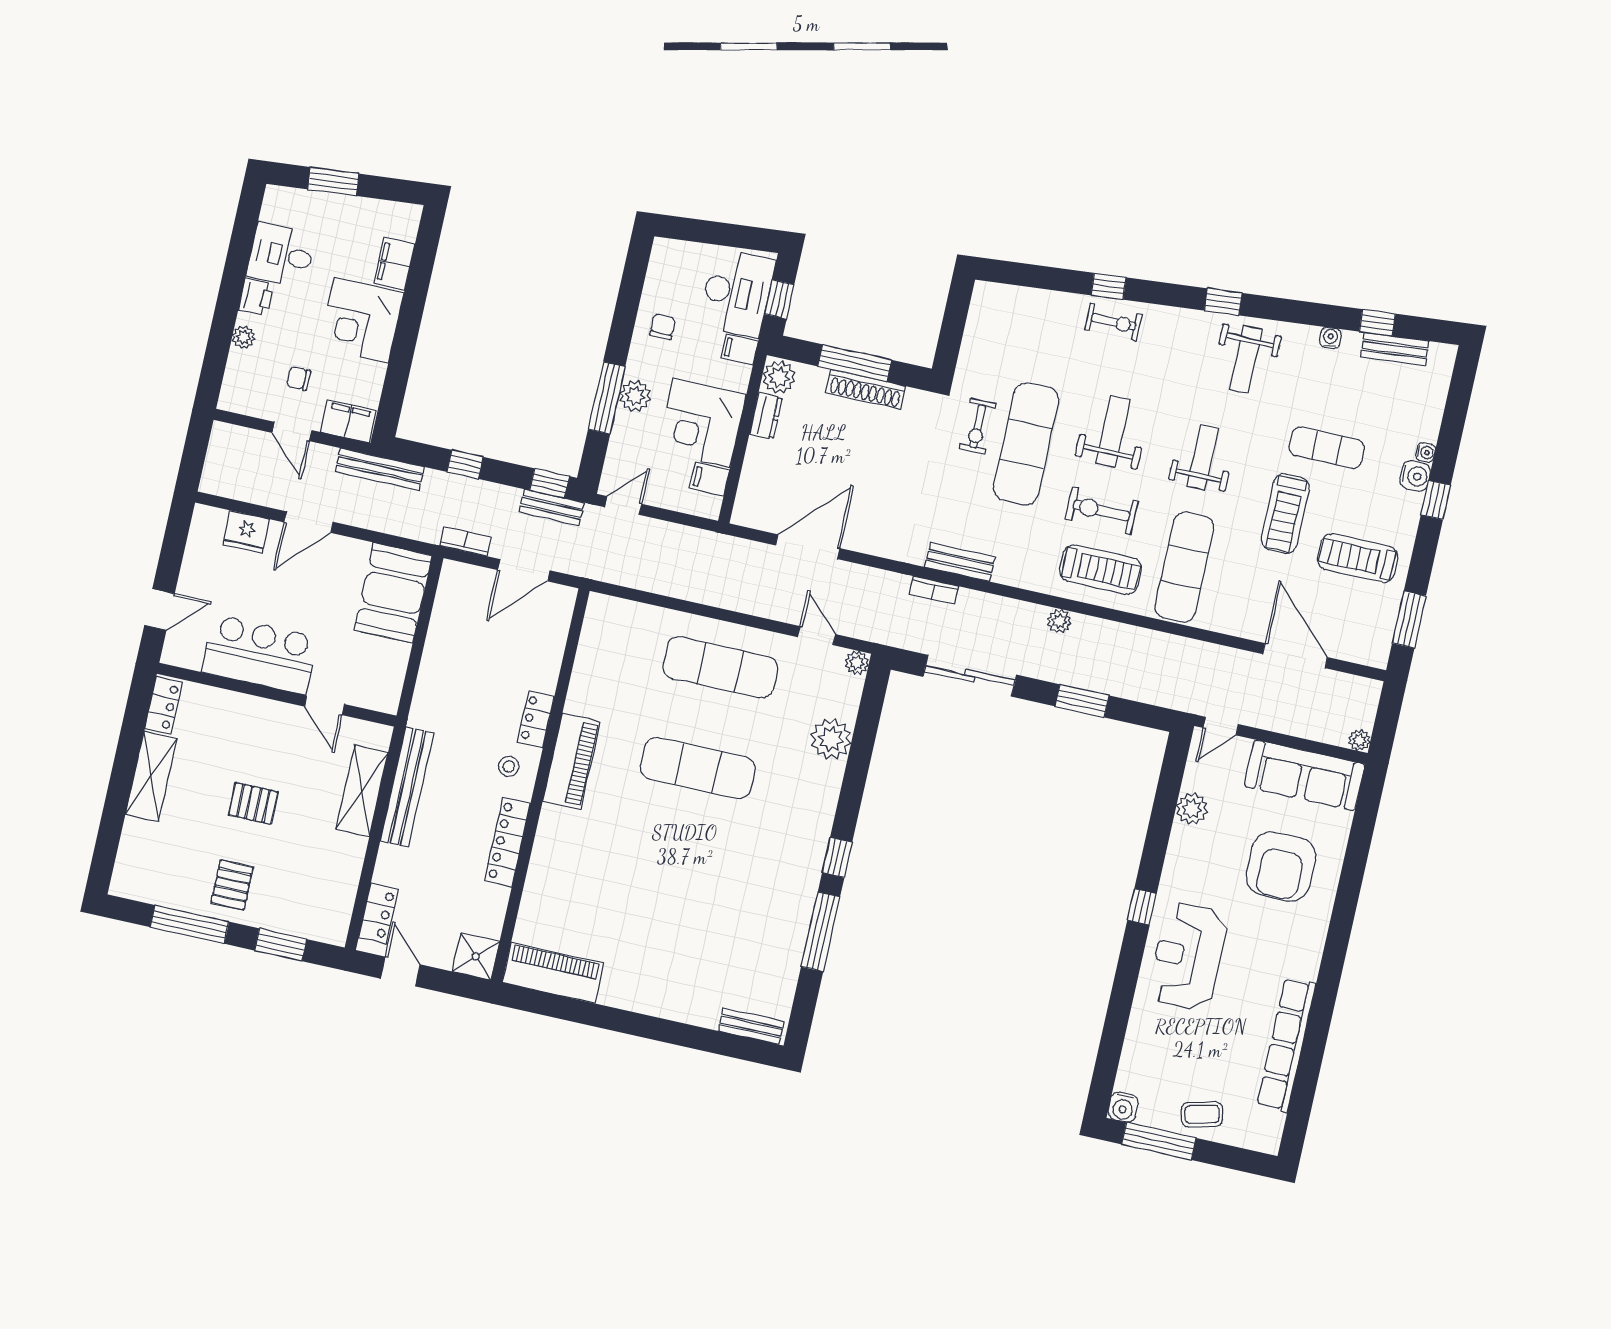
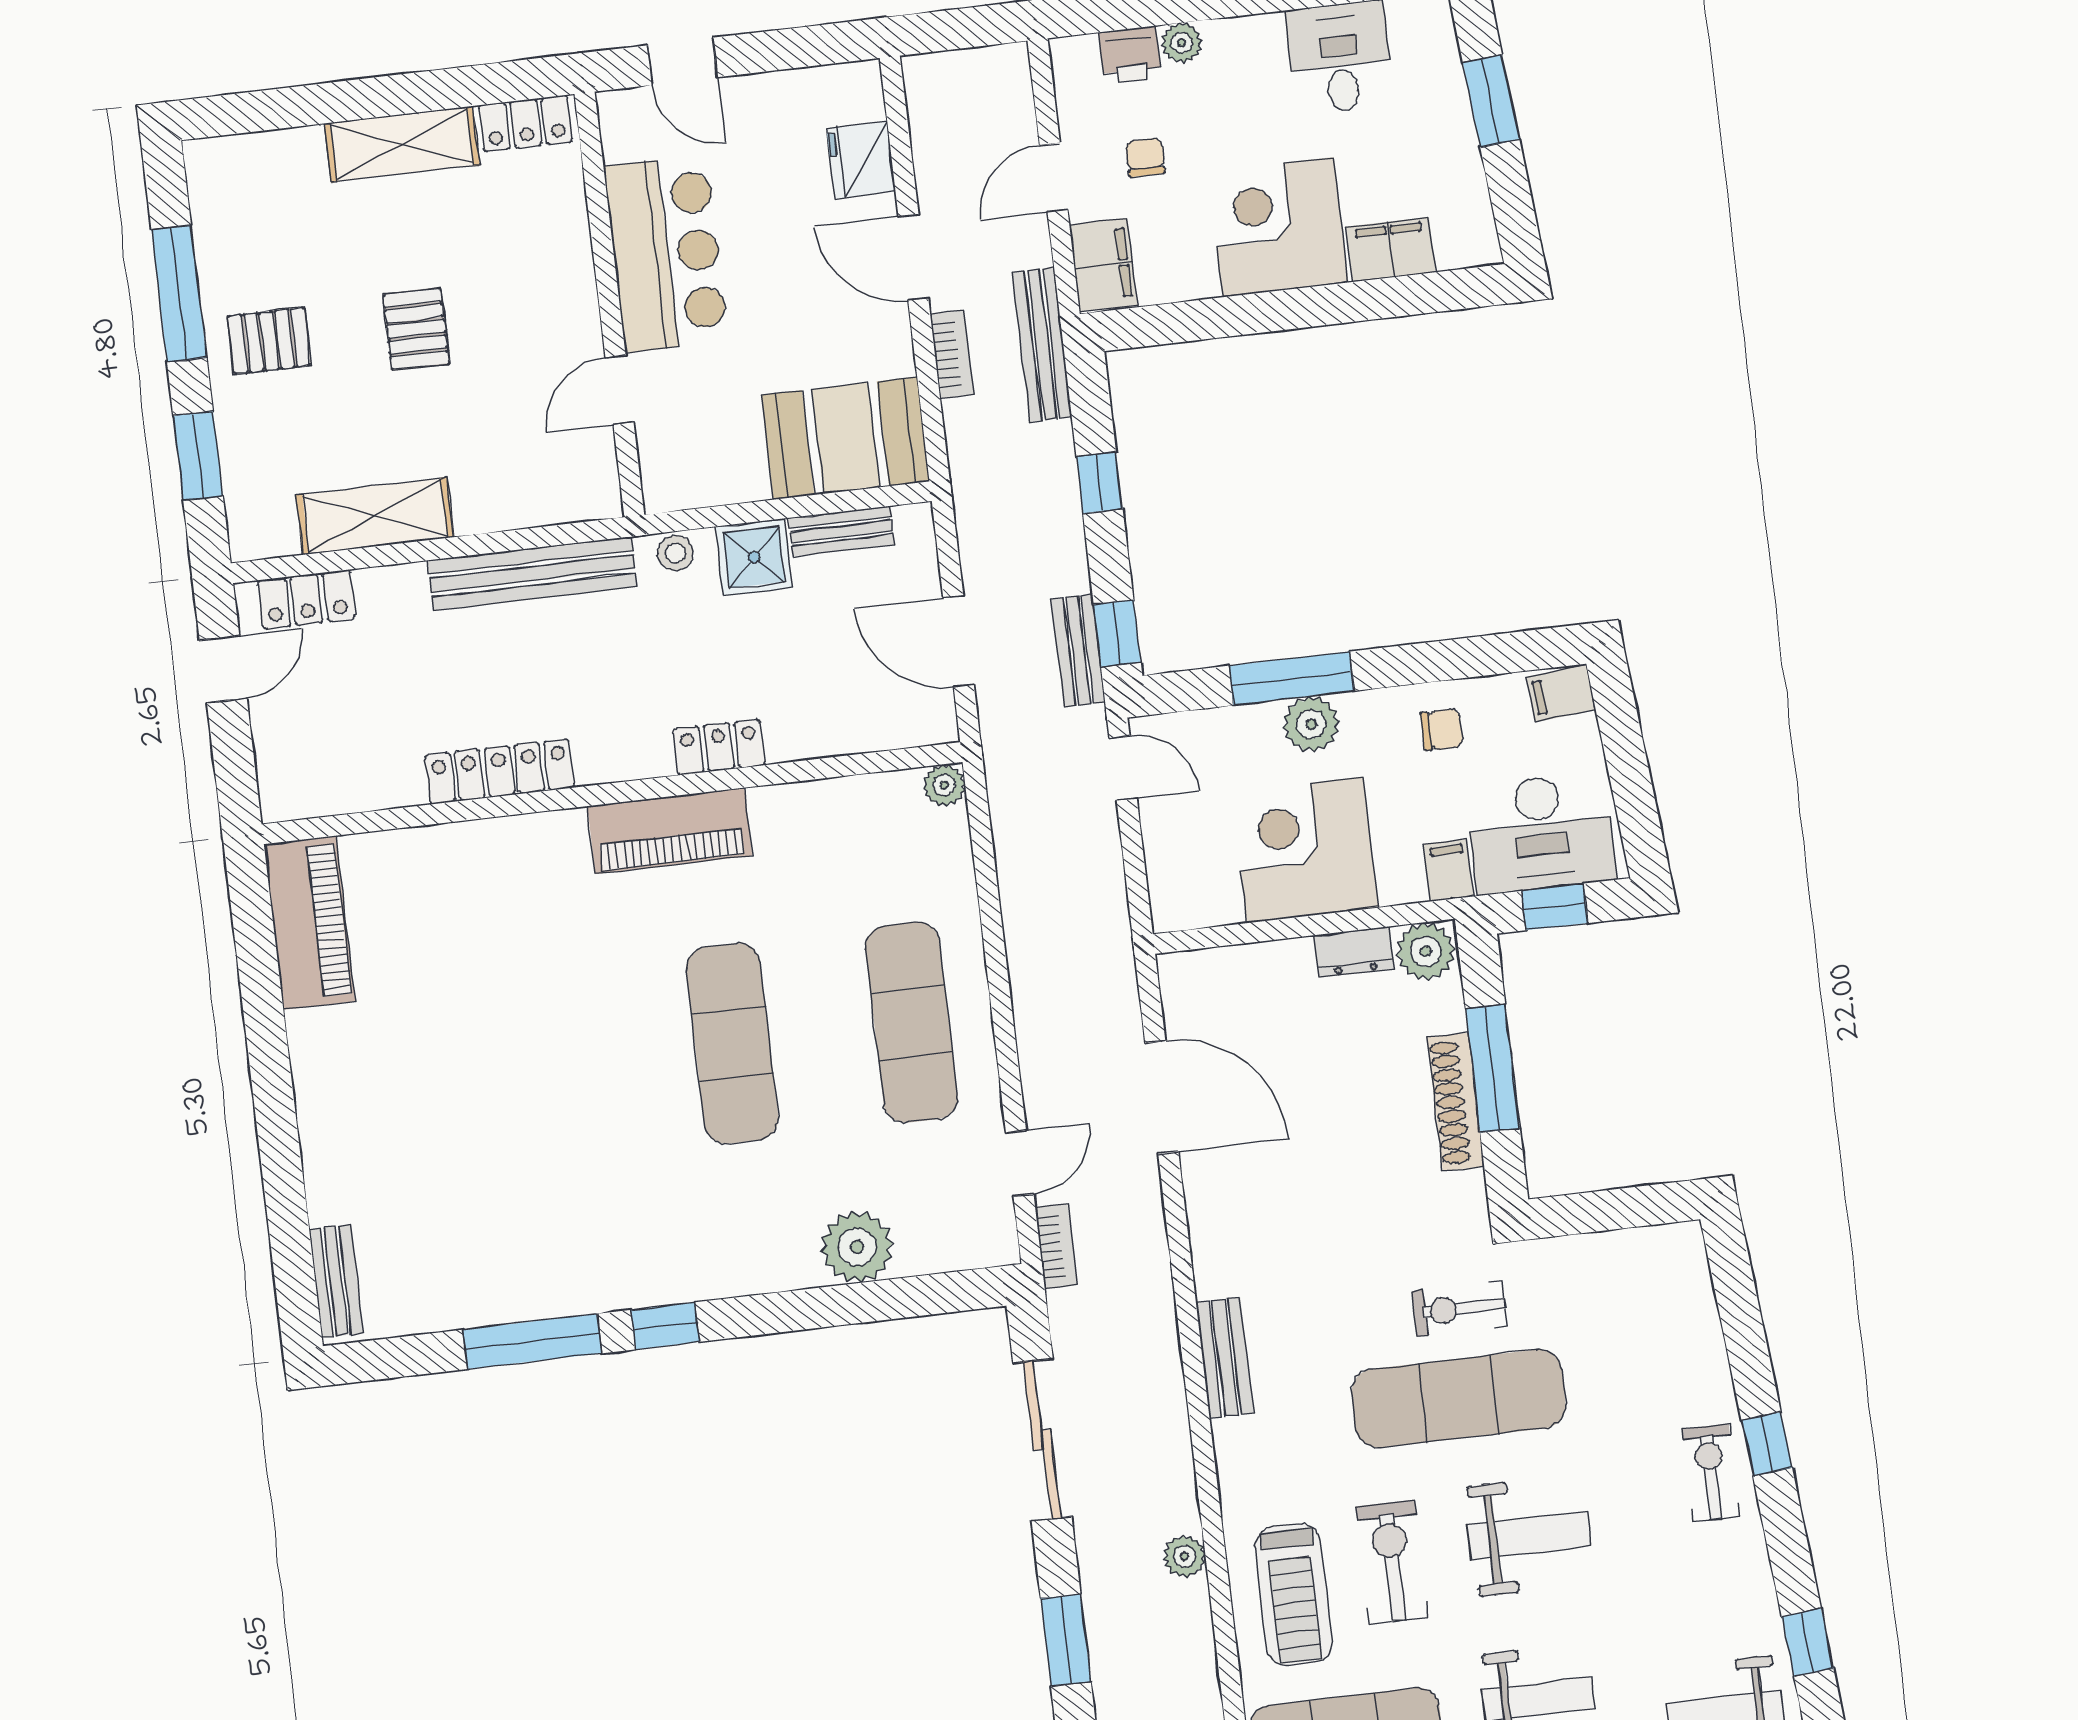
printer: (256, 297) -> (1130, 55), moved
exercise bike: (1113, 322) -> (1711, 1473), turned 180
filing cabinet: (709, 479) -> (1561, 693), moved, turned -95
bookcase: (465, 542) -> (952, 354), moved
bookcase: (934, 590) -> (1056, 1246), moved, turned 180
bench: (442, 613) -> (841, 531), added
plant: (857, 663) -> (944, 785), moved
stool: (509, 766) -> (675, 553), moved
shelving: (362, 791) -> (375, 516), moved
shower: (476, 956) -> (754, 557), moved

